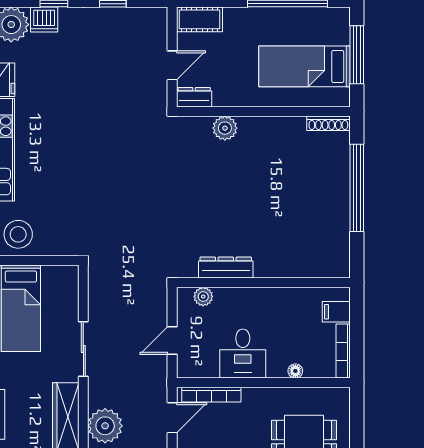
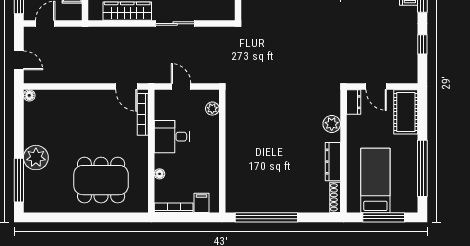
cot: (200, 19) -> (406, 112), width x1.37, depth x1.34
window: (357, 188) -> (266, 217), moved
dresser: (226, 268) -> (333, 162), moved, turned 180
plant: (105, 426) -> (121, 39), removed

